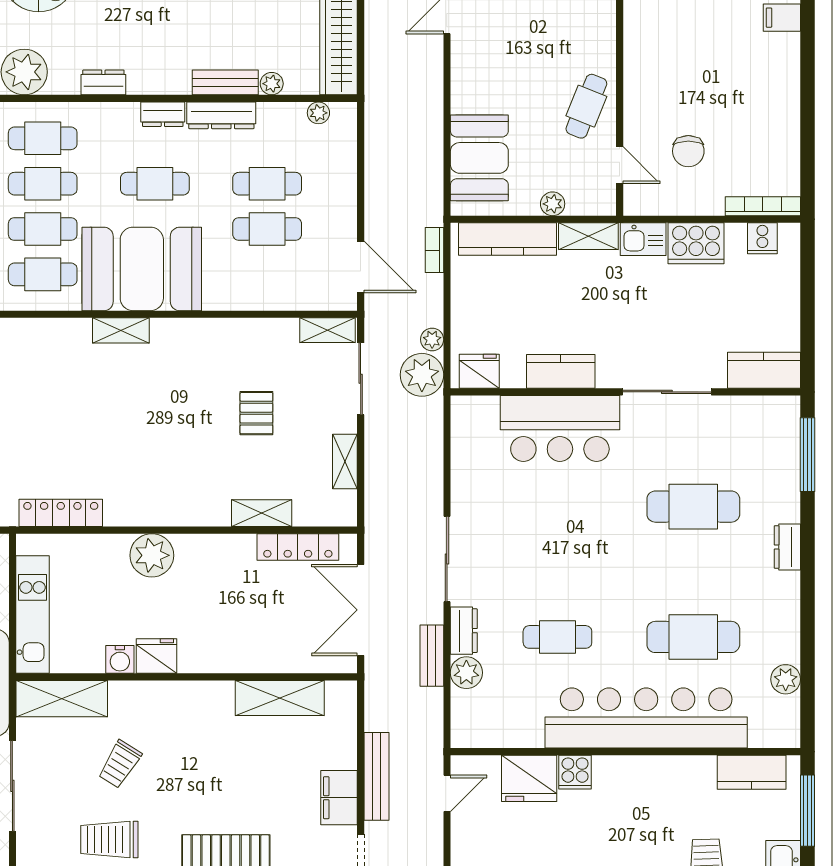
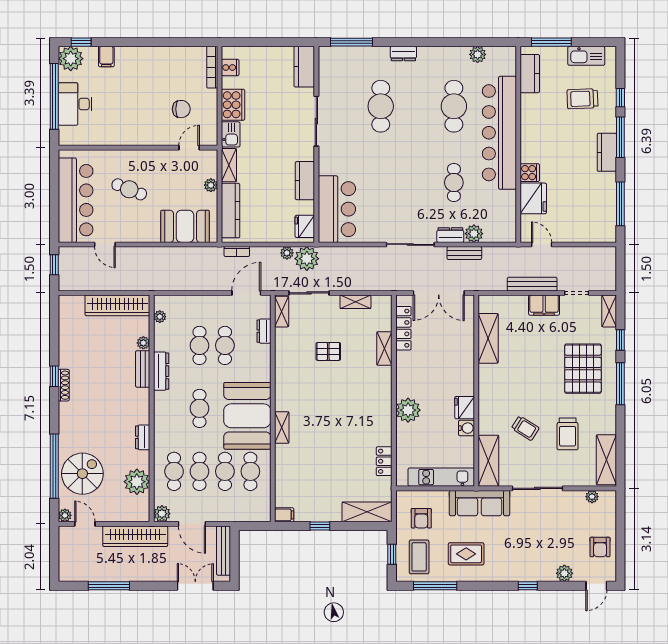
cafe table: (586, 106) -> (129, 189), moved
dresser: (163, 114) -> (264, 331), moved, turned 180
bar counter: (560, 428) -> (337, 209), moved
locker: (61, 513) -> (384, 461), width x0.66

